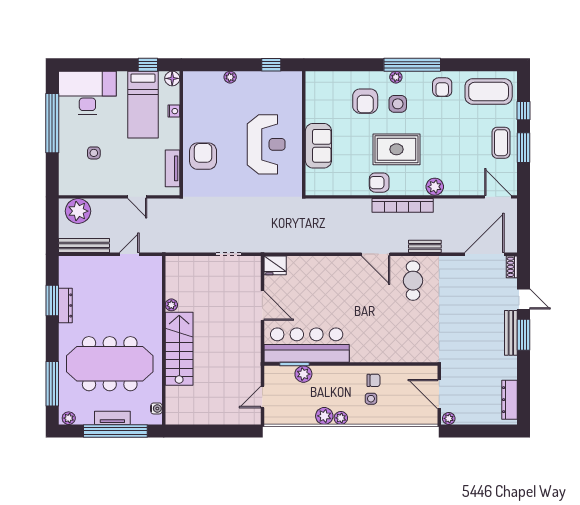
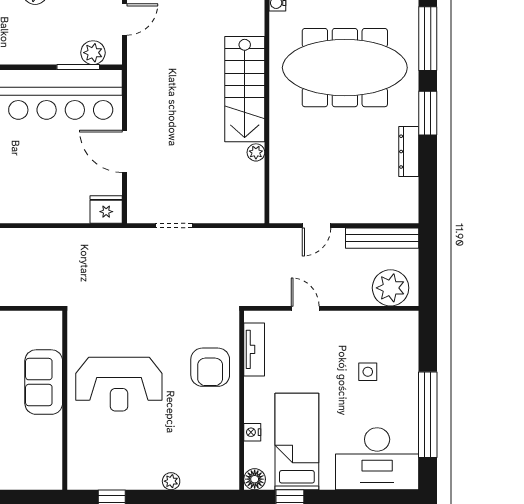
reception desk: (266, 144) -> (119, 384), turned -90
window: (52, 300) -> (428, 113), moved
plant: (303, 374) -> (93, 53), moved

